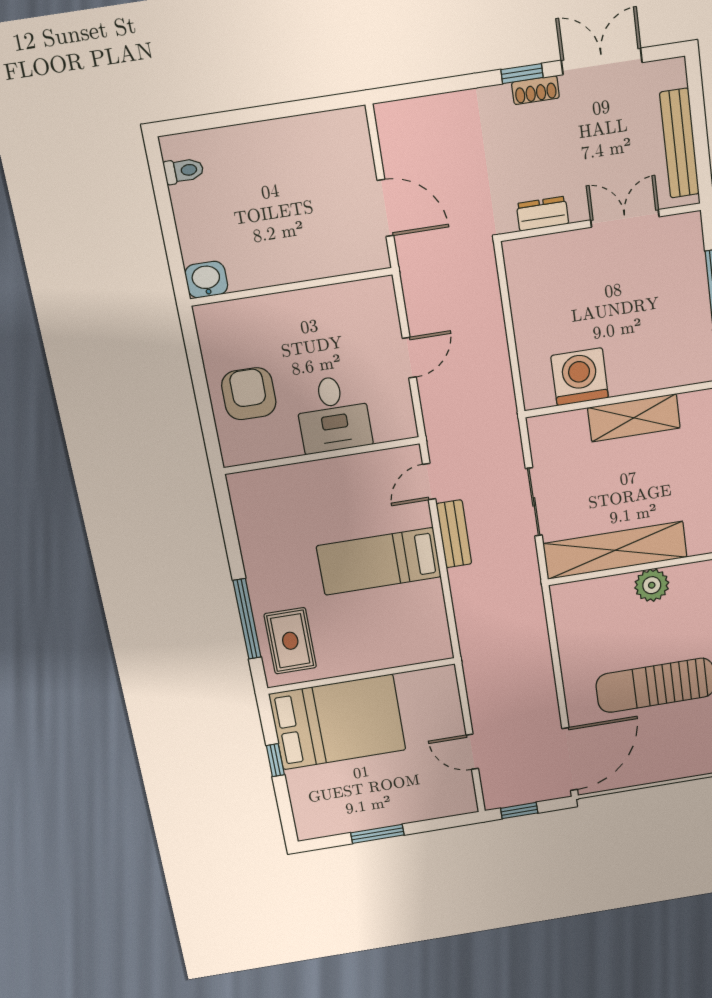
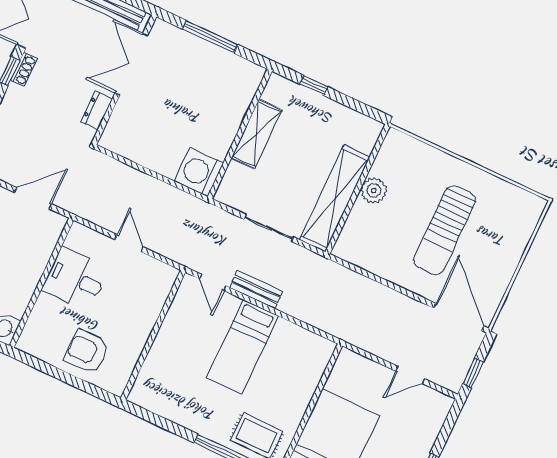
double door: (625, 218) -> (131, 64), width x1.37
washing machine: (580, 377) -> (199, 172), moved
desk: (333, 414) -> (75, 279), moved, turned 180

